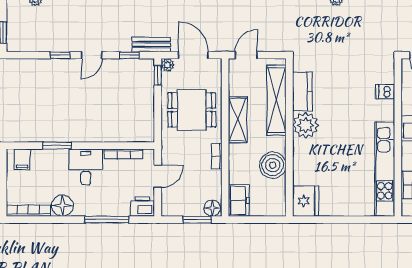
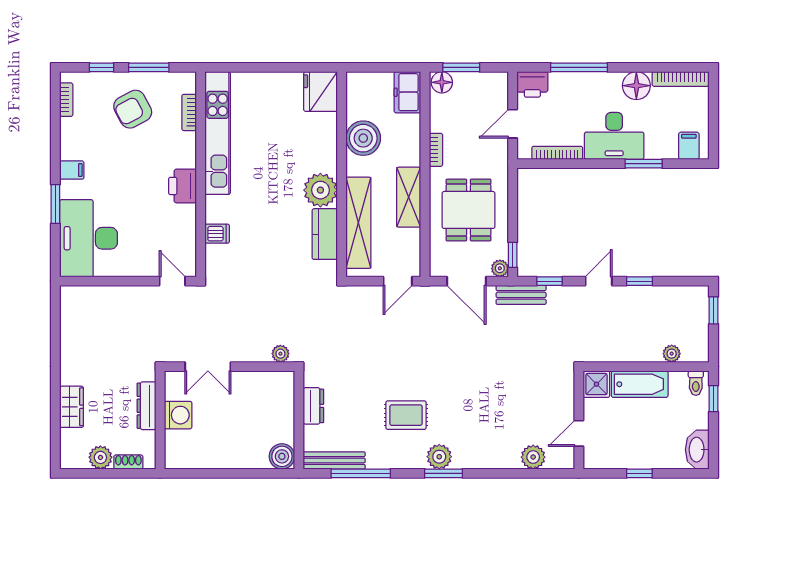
dining table: (192, 110) -> (468, 210), turned 90
desk: (86, 167) -> (614, 136), width x1.37

